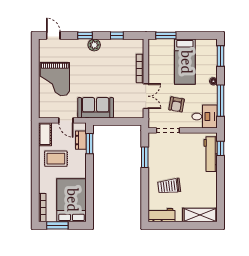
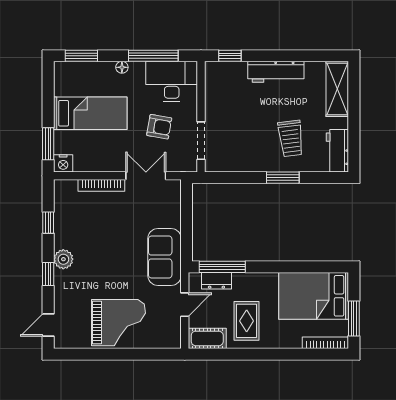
nightstand: (154, 45) -> (63, 163), added
desk: (205, 117) -> (172, 81), width x1.37
window: (89, 144) -> (222, 267), width x1.44
workbench: (211, 154) -> (276, 72), moved
window: (145, 157) -> (283, 178), moved

